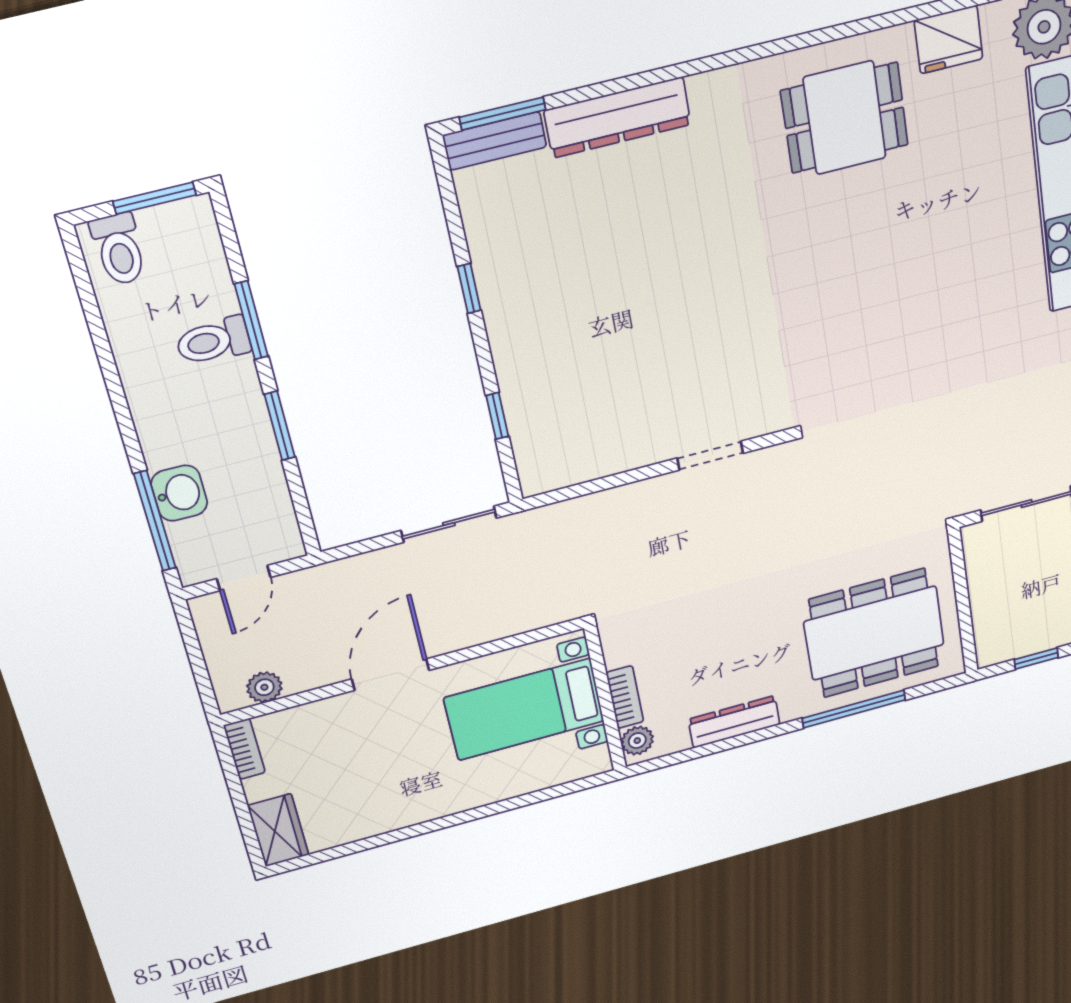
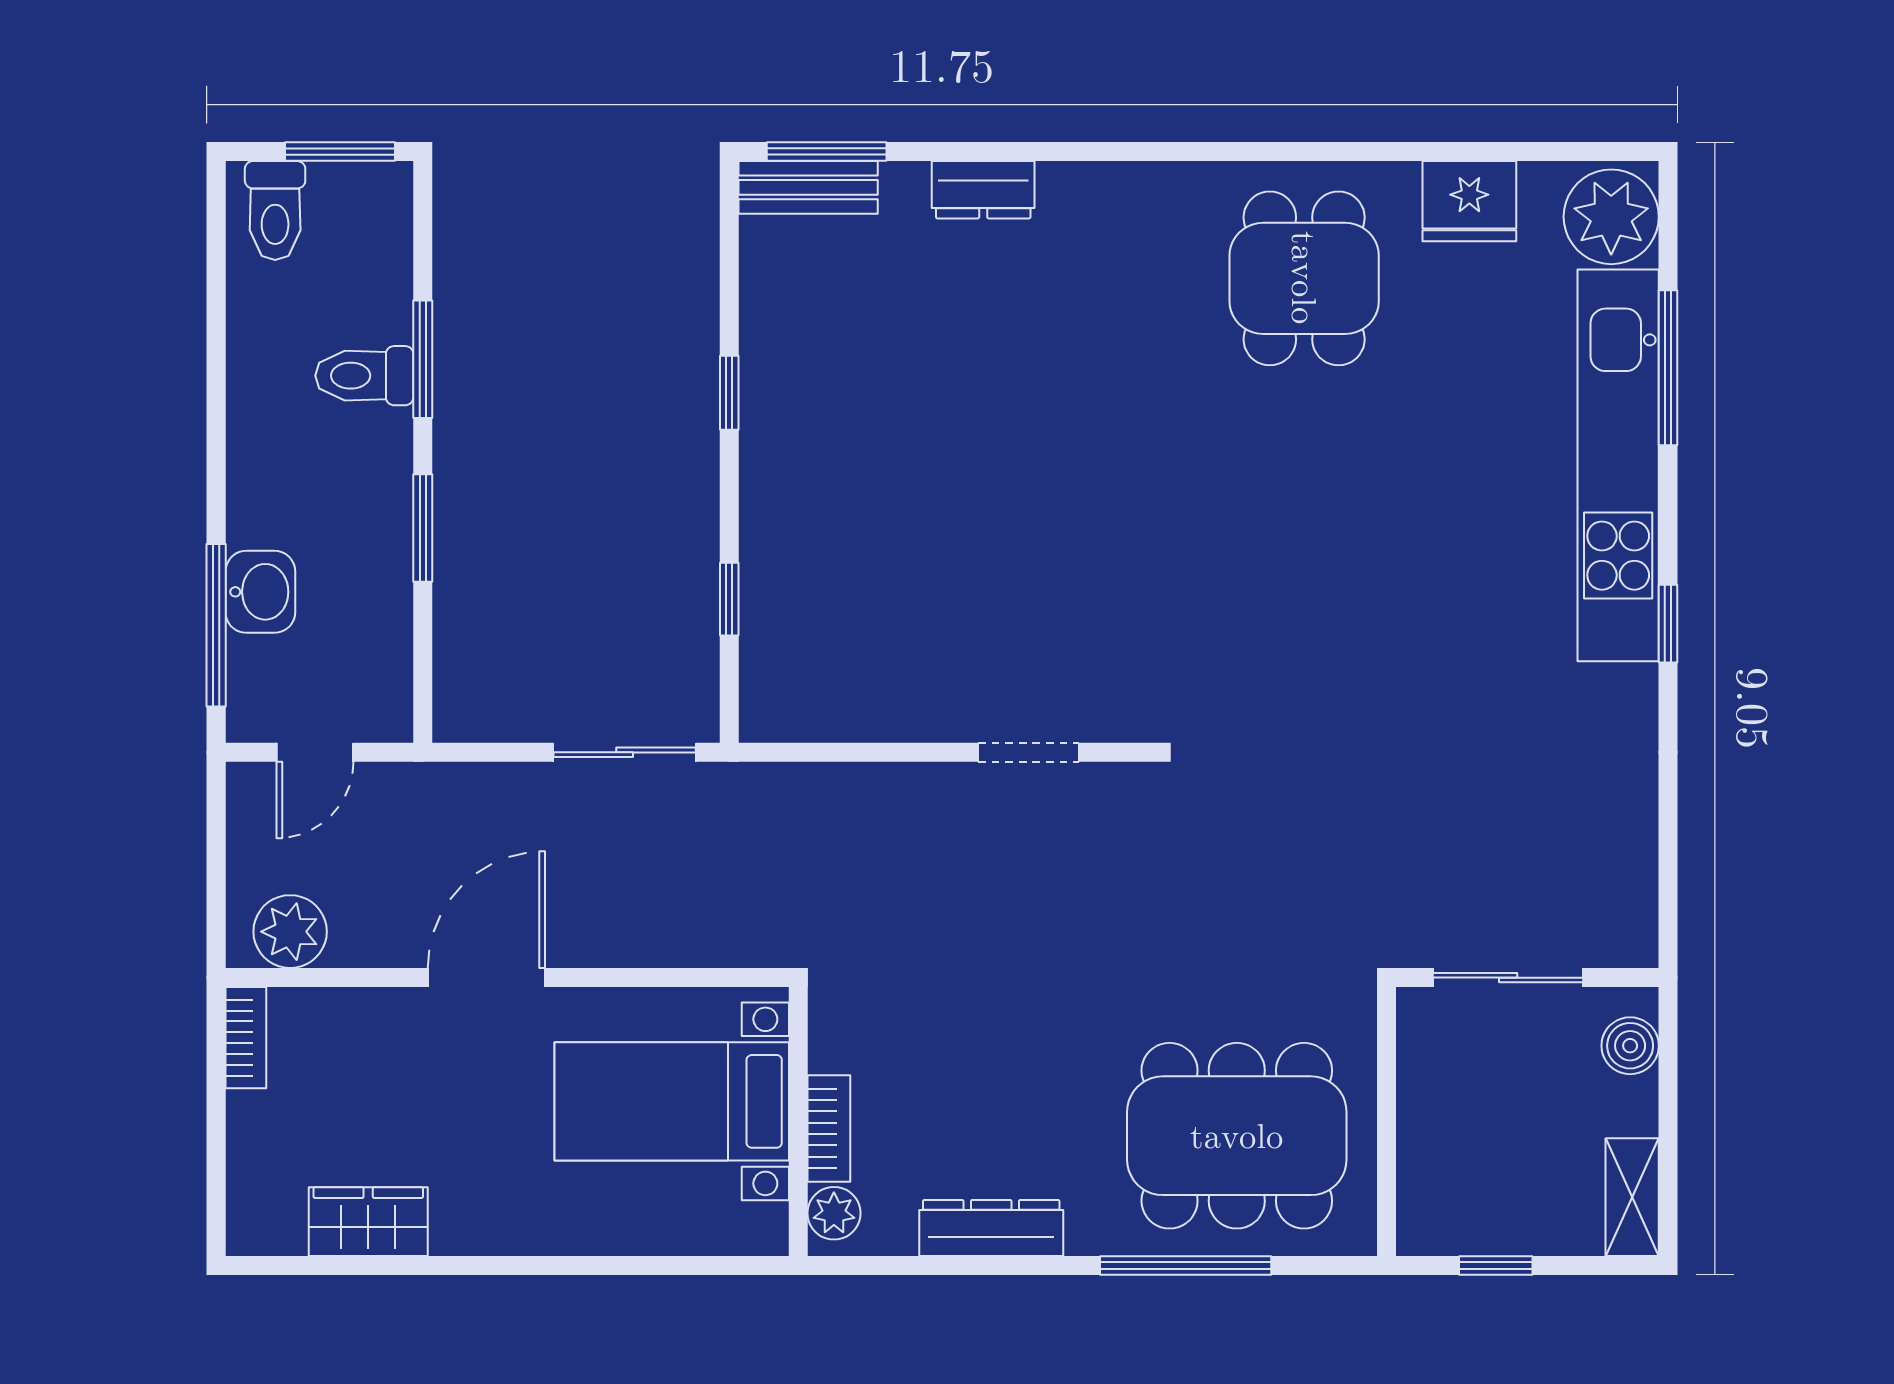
dresser: (618, 117) -> (983, 190), width x0.51, depth x0.80
dining table: (845, 118) -> (1304, 278), turned 90
plant: (264, 687) -> (290, 932), width x1.38, depth x1.38
wardrobe: (278, 830) -> (368, 1222), moved, turned -90

